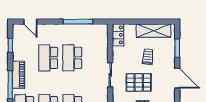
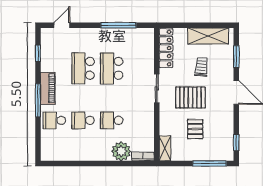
door: (30, 22) -> (62, 25), swing flipped
locker: (118, 35) -> (166, 48), width x1.53

